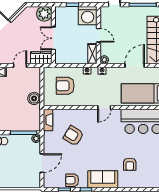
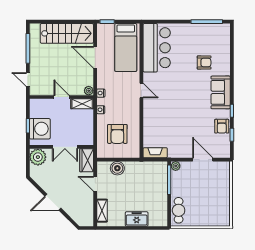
washing machine: (88, 16) -> (40, 129), moved
door: (99, 35) -> (62, 97), hinge flipped
boiler: (34, 98) -> (117, 168), moved
armchair: (73, 136) -> (173, 125), removed

